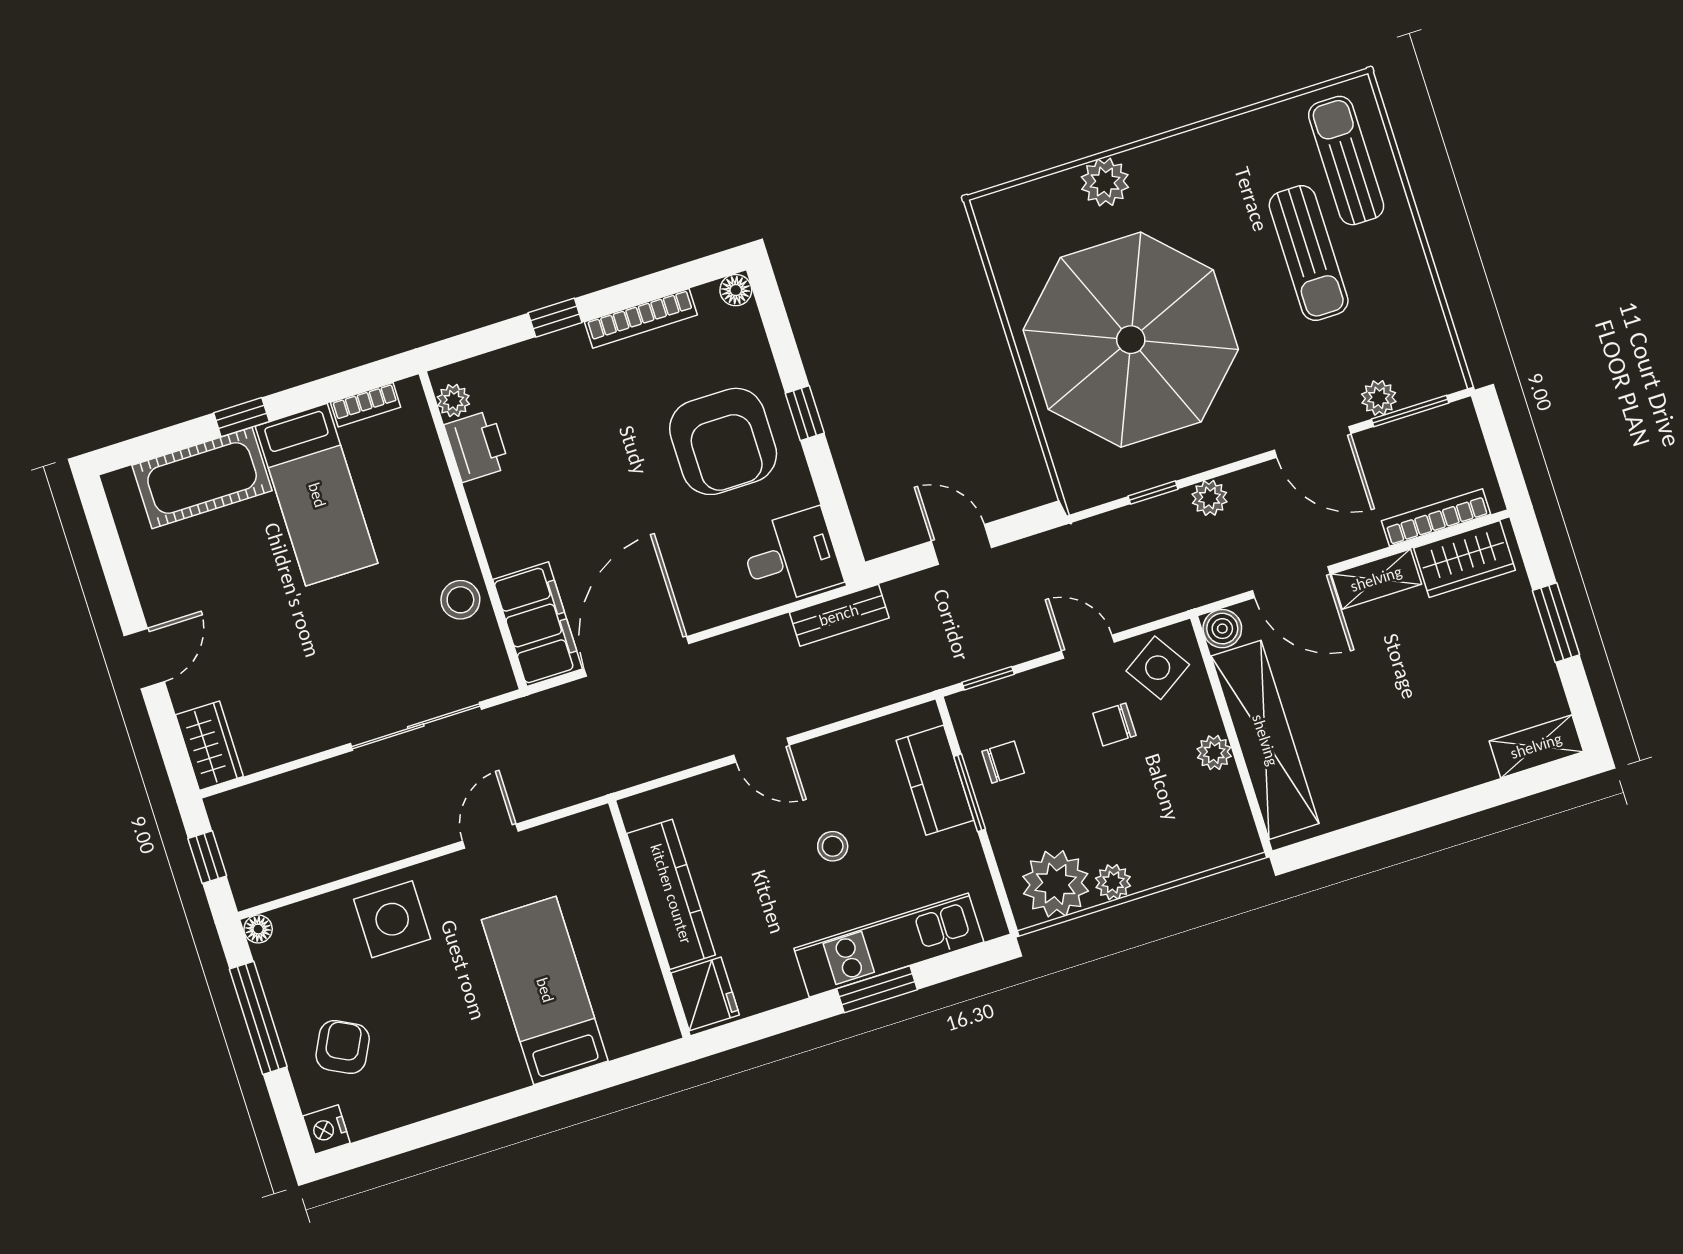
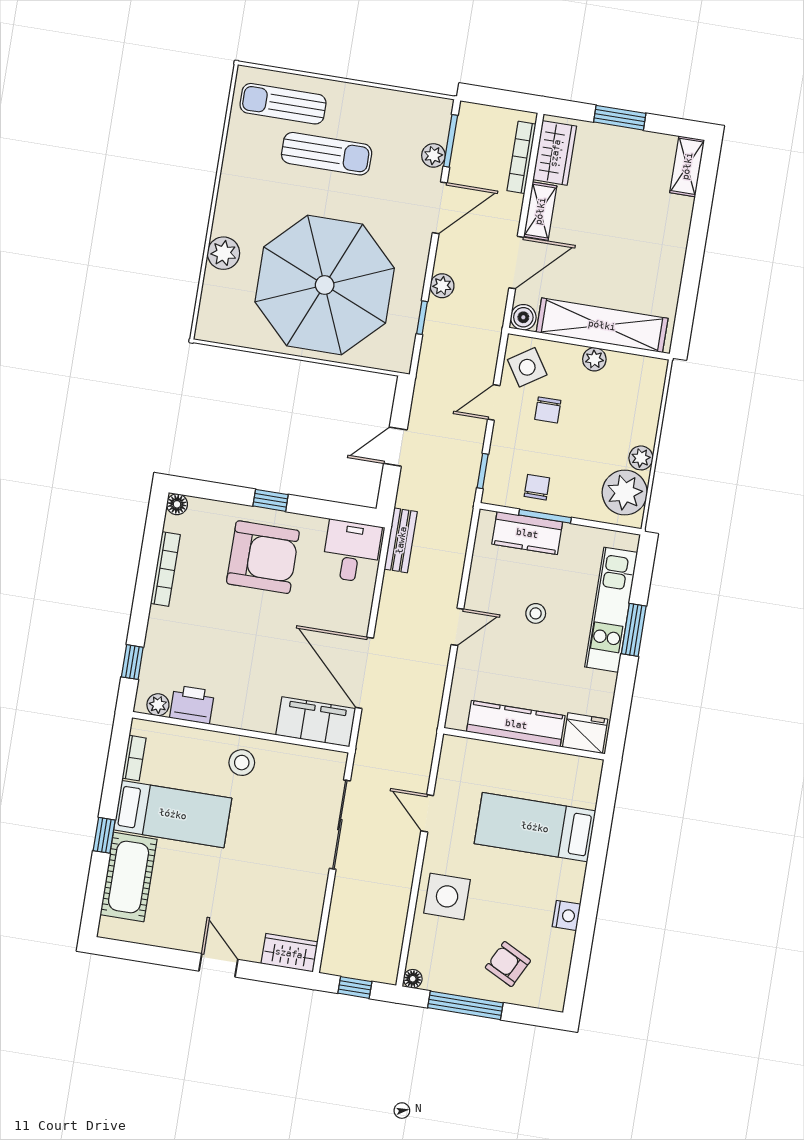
window: (555, 318) -> (132, 662), moved
stool: (460, 600) -> (242, 763), moved
nightstand: (326, 1129) -> (566, 915), moved, turned -90

